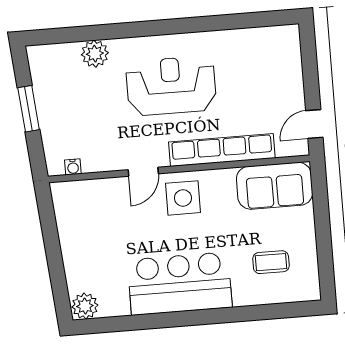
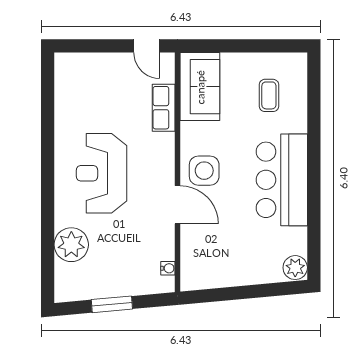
plant: (95, 54) -> (71, 245), width x1.36, depth x1.36
row of seats: (222, 150) -> (164, 108), width x0.50
door: (143, 172) -> (178, 205), width x1.38

